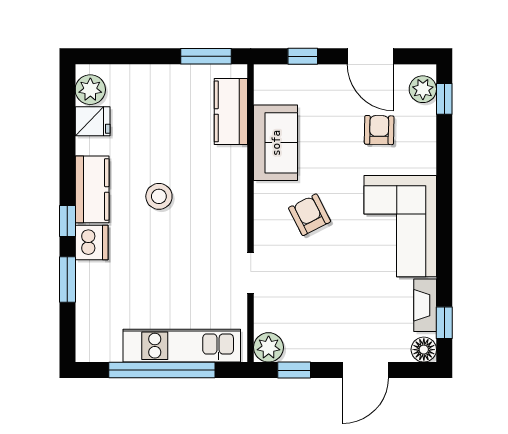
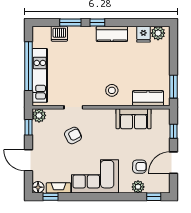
plant: (423, 89) -> (138, 187), moved
stool: (159, 196) -> (112, 90), moved
armchair: (310, 215) -> (73, 135), moved
dishwasher: (92, 242) -> (59, 34), moved

